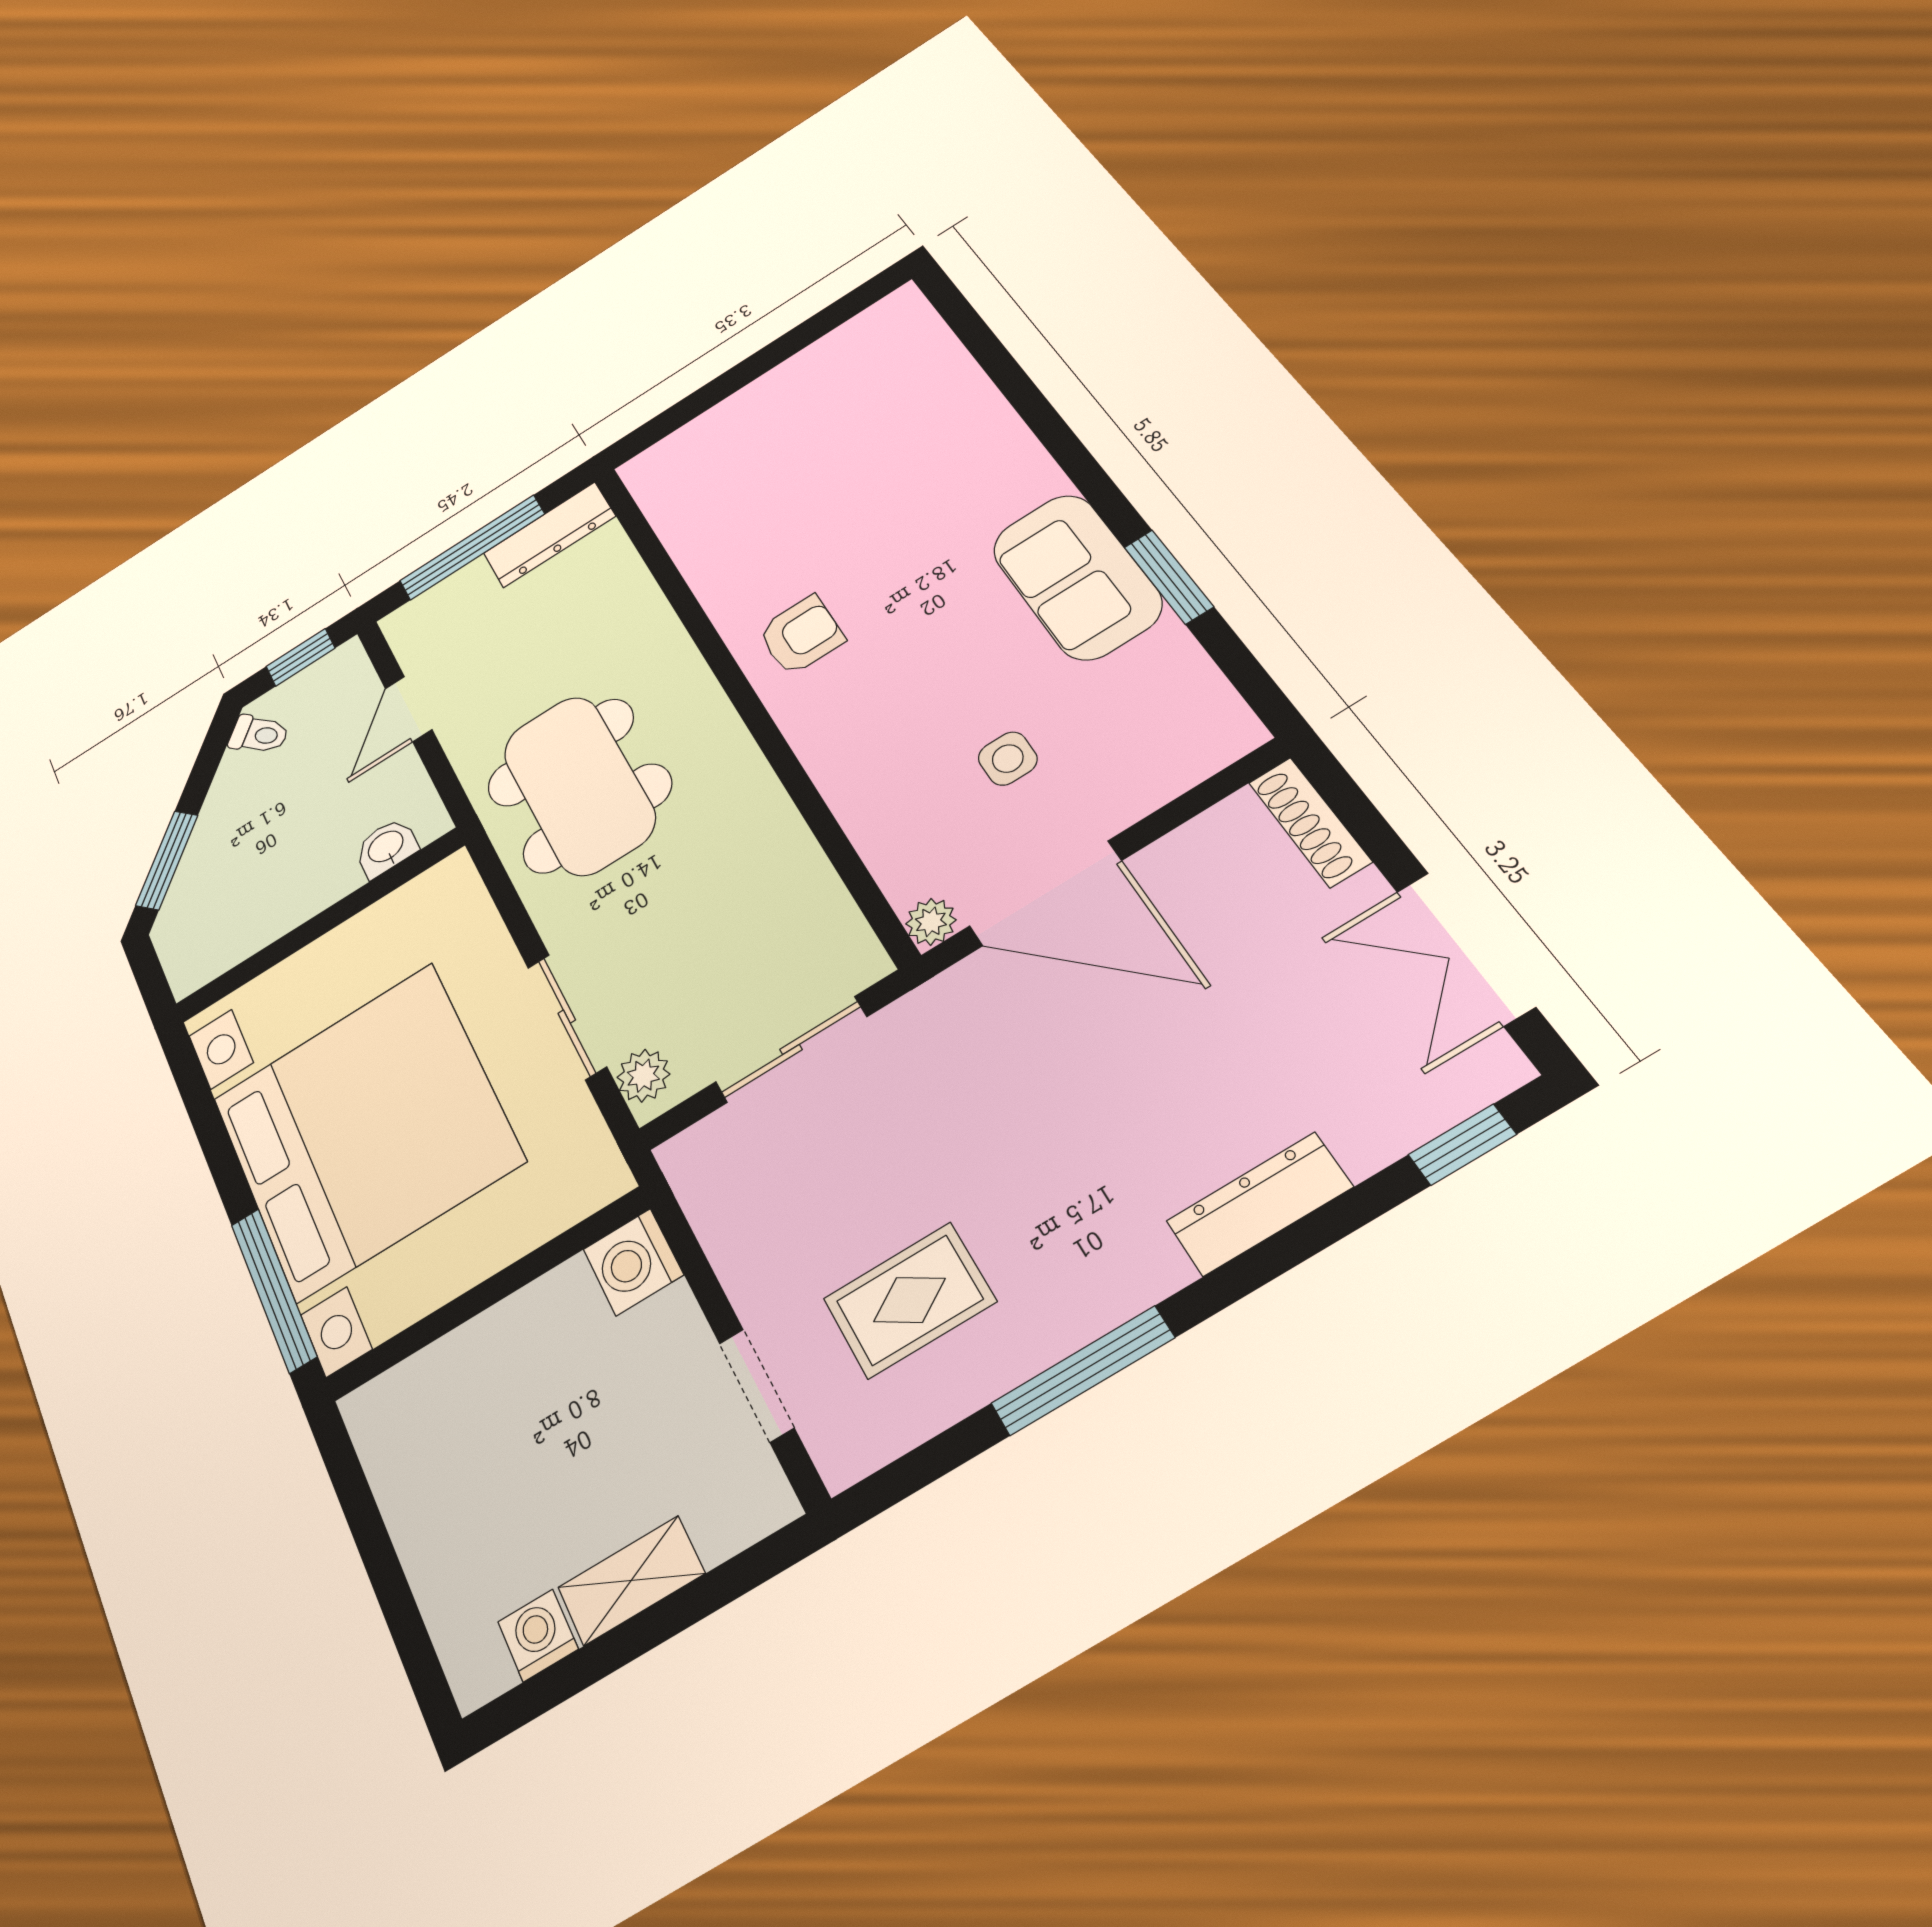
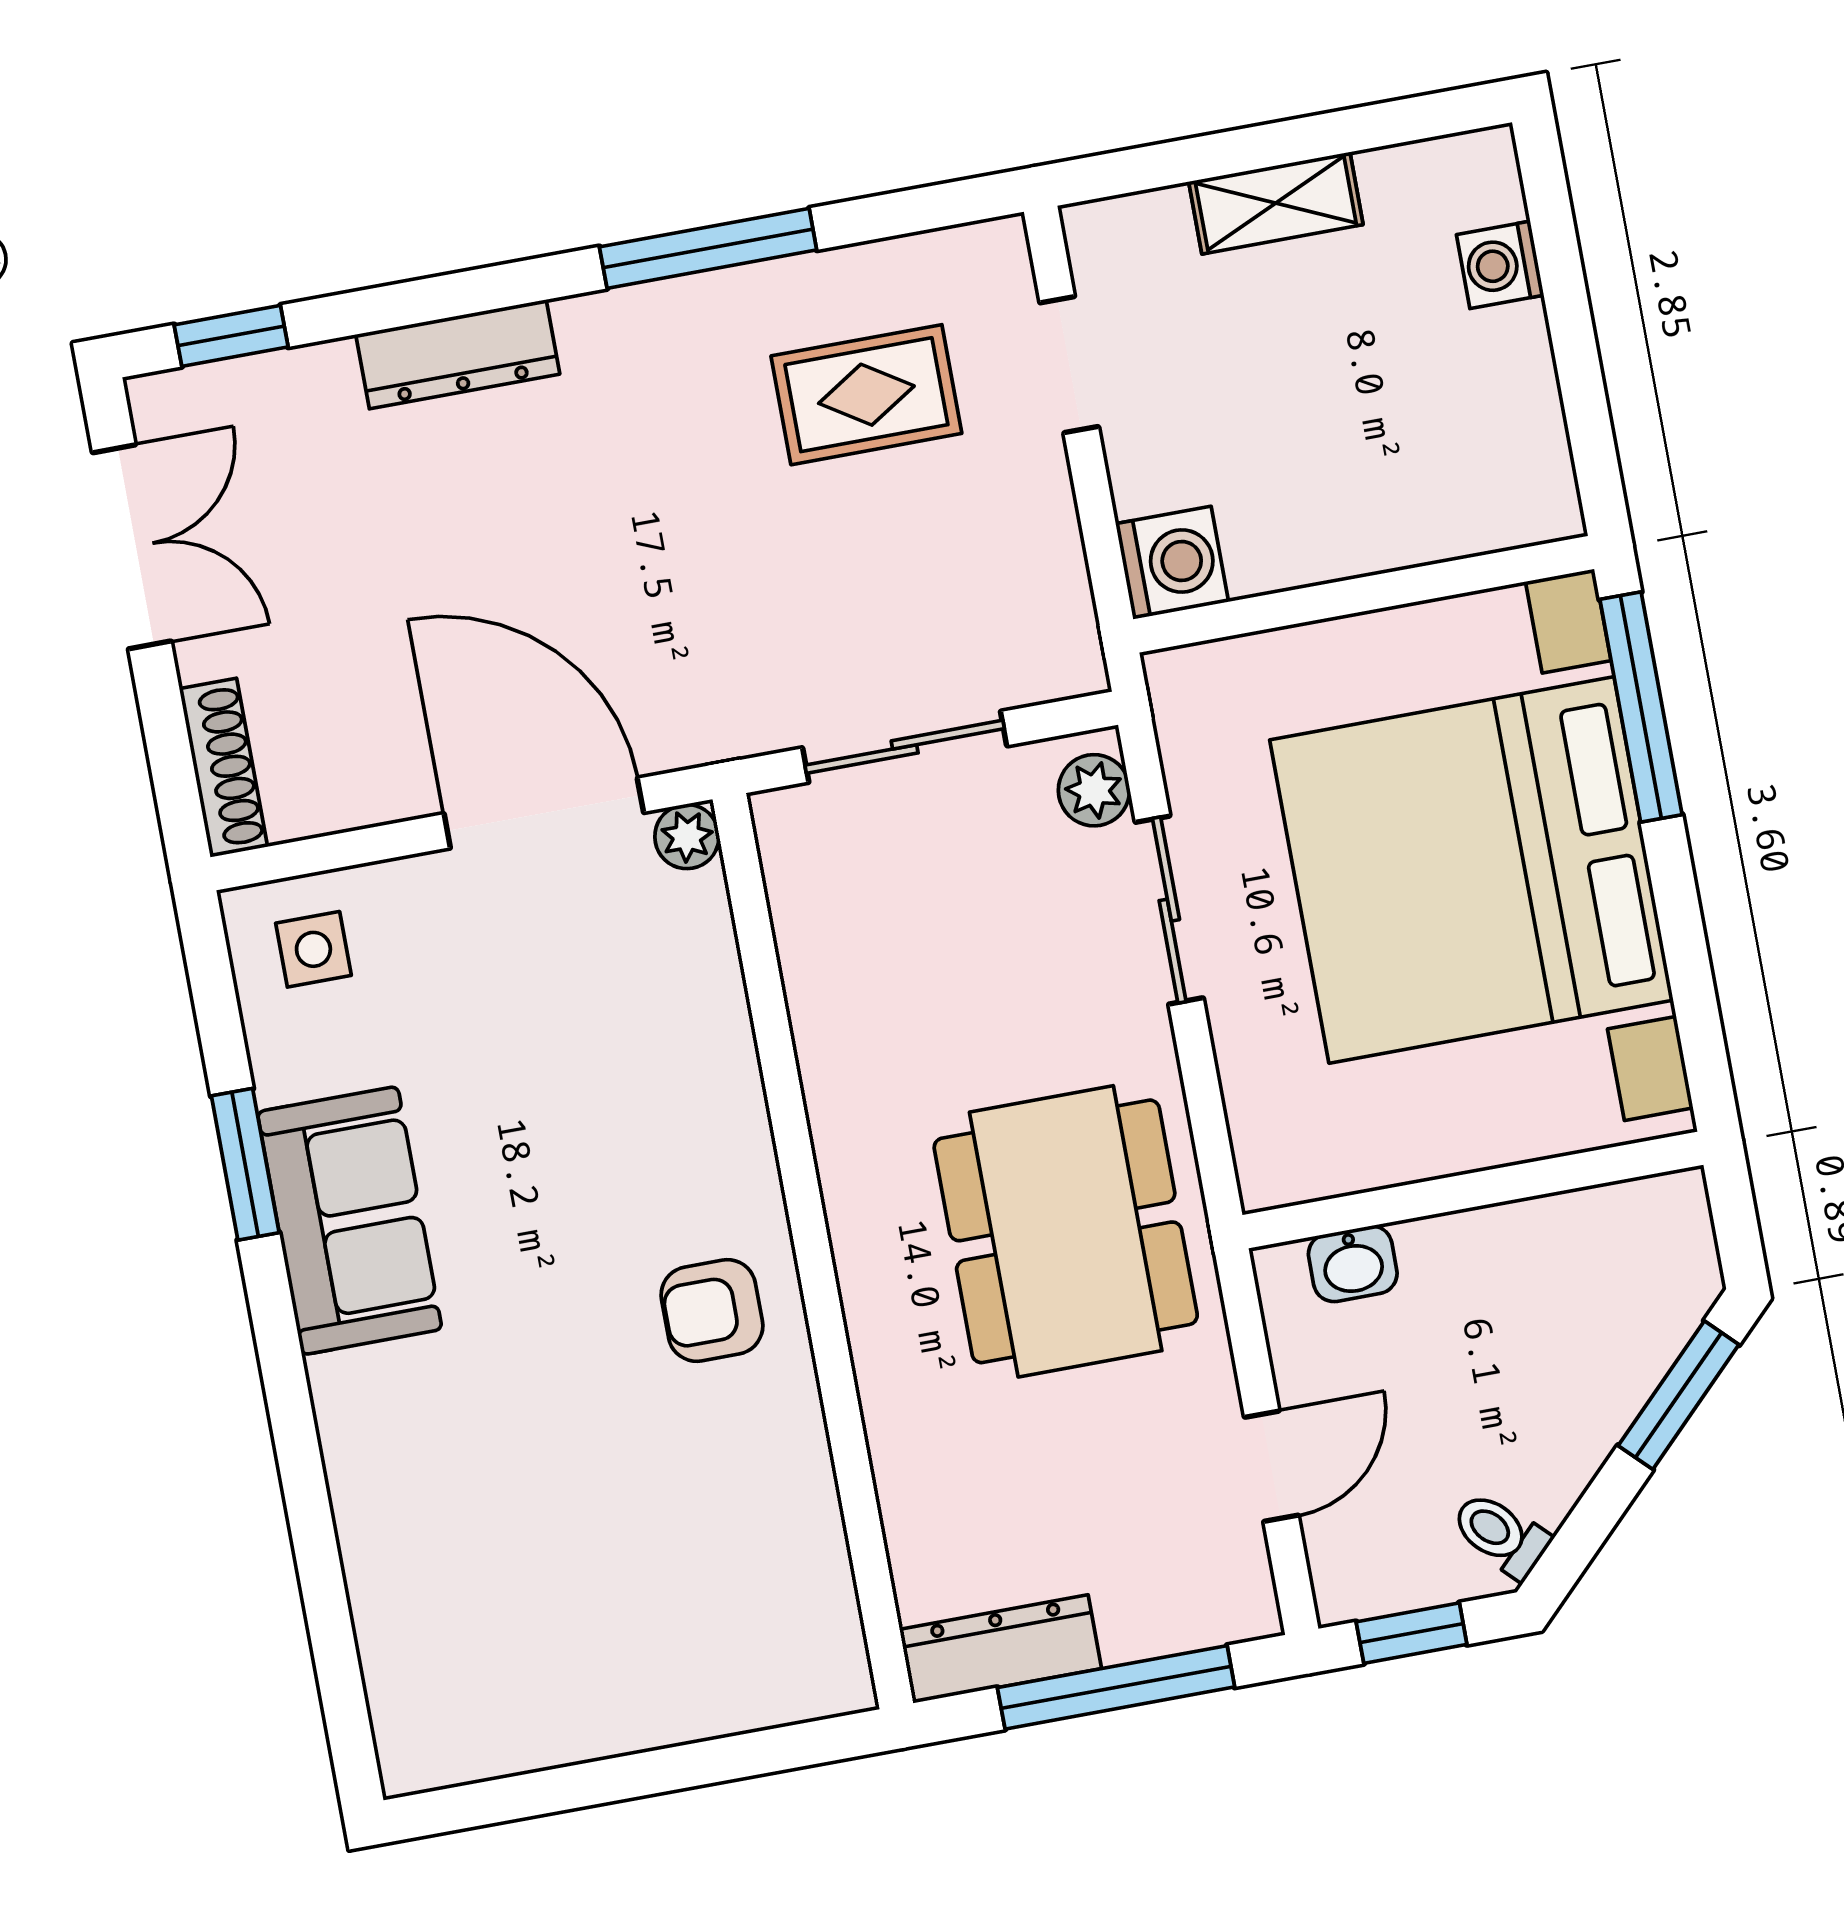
side table: (1008, 759) -> (313, 949), moved
washing machine: (538, 1635) -> (1500, 265), moved, turned 90

